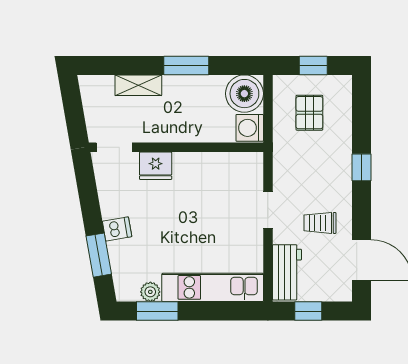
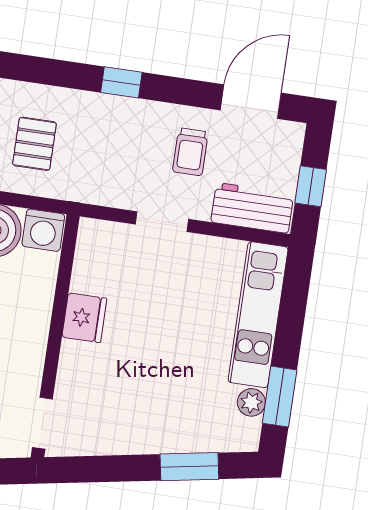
pallet: (309, 113) -> (34, 144), turned 90
fridge: (156, 166) -> (84, 318), moved
dishwasher: (117, 229) -> (157, 436), removed

